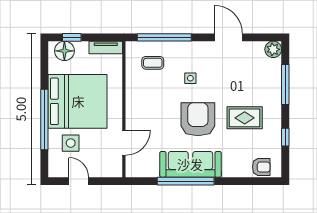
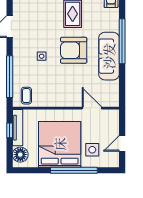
window: (72, 37) -> (10, 130), moved
tv unit: (106, 47) -> (18, 128), width x1.41
coffee table: (153, 63) -> (26, 96), moved
window: (186, 181) -> (122, 41), moved

